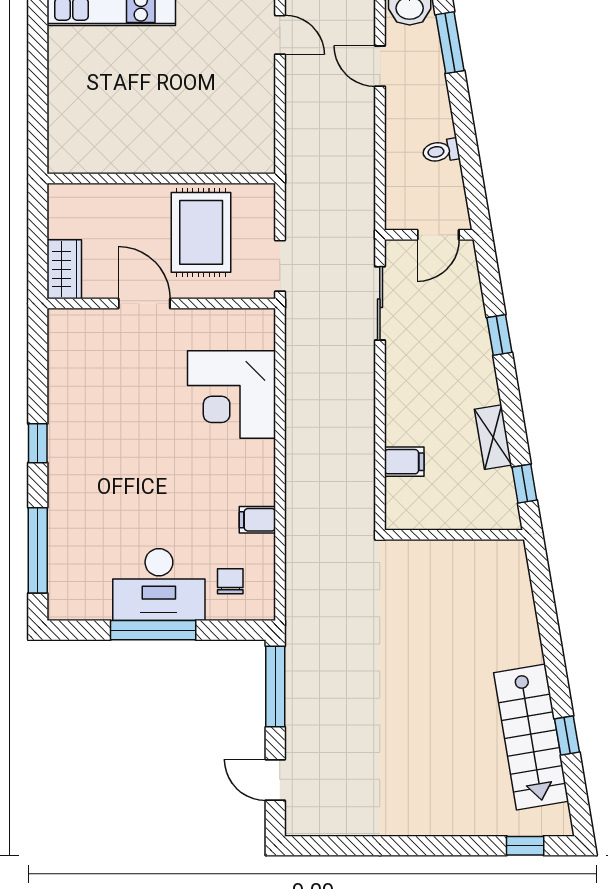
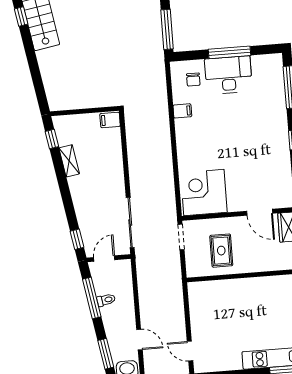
window: (469, 158) -> (92, 298), added
rug: (201, 232) -> (221, 251), width x0.73, depth x0.70
door: (144, 303) -> (260, 212), moved
sliding door: (380, 303) -> (130, 222), width x1.37
window: (499, 335) -> (77, 239), moved
corner desk: (231, 394) -> (204, 193), moved, turned -90
filing cabinet: (404, 462) -> (110, 120), moved

